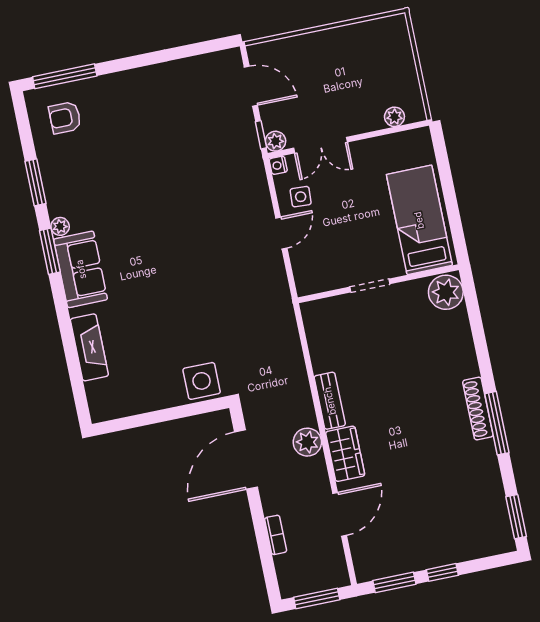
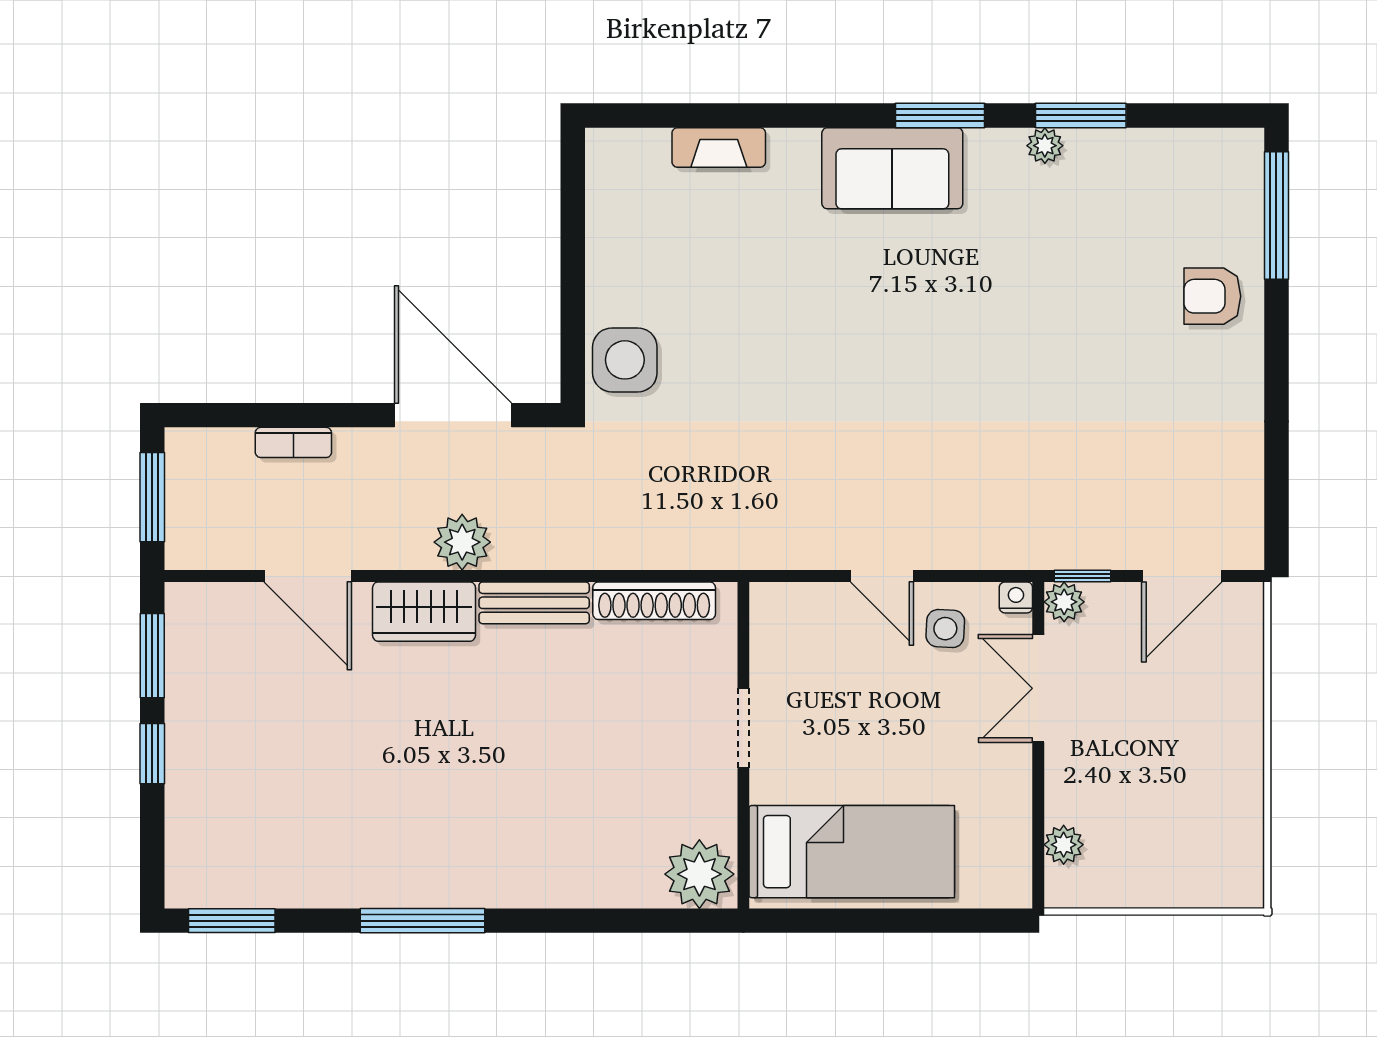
armchair: (65, 118) -> (1212, 296), moved, turned -90
plant: (60, 226) -> (1045, 146), moved
fireplace: (89, 347) -> (719, 147), width x0.73, depth x0.76
shoe rack: (478, 409) -> (654, 601), moved, turned 180

